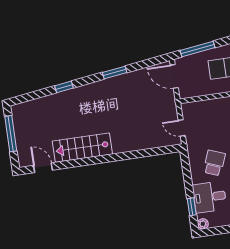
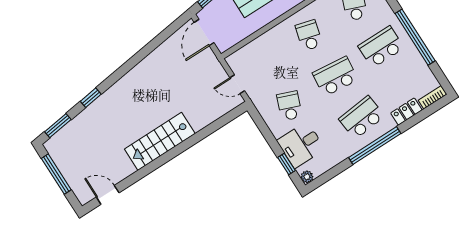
window: (115, 73) -> (58, 126), moved
door: (174, 76) -> (204, 33), hinge flipped
stairs: (82, 148) -> (160, 141), moved

